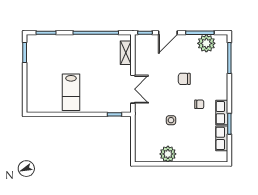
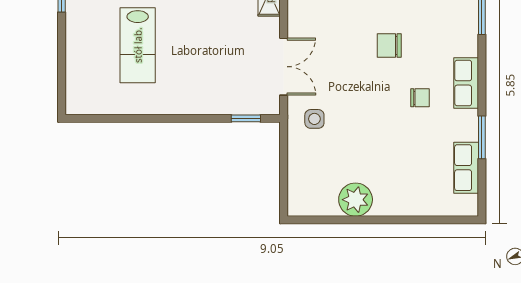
lab bench: (71, 92) -> (138, 45), moved
row of seats: (222, 113) -> (466, 83), moved
side table: (171, 120) -> (314, 119), moved

